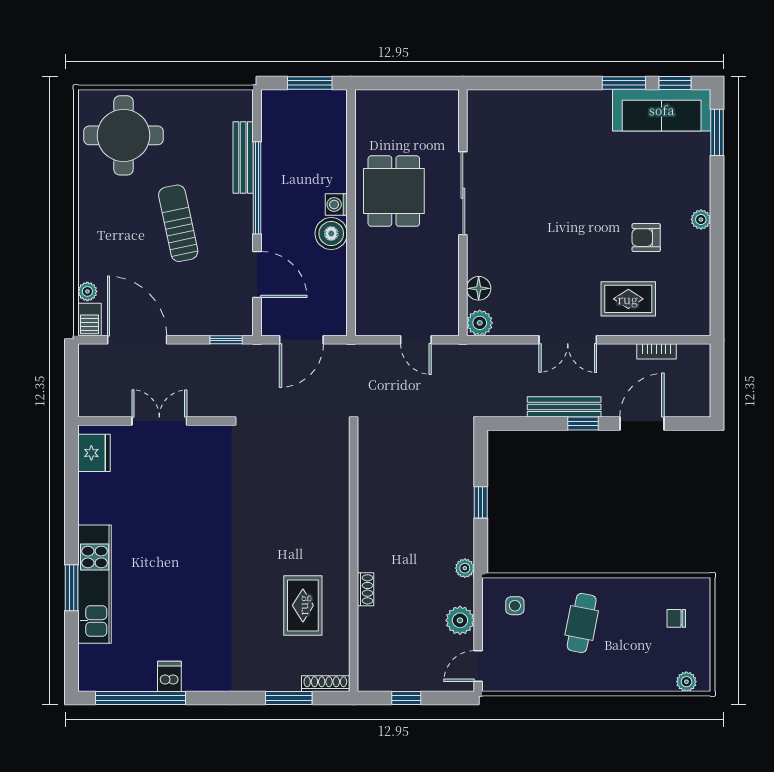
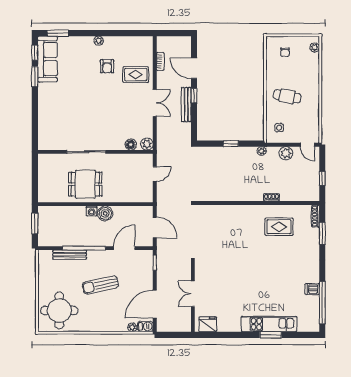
rug: (628, 299) -> (136, 75), turned 90

